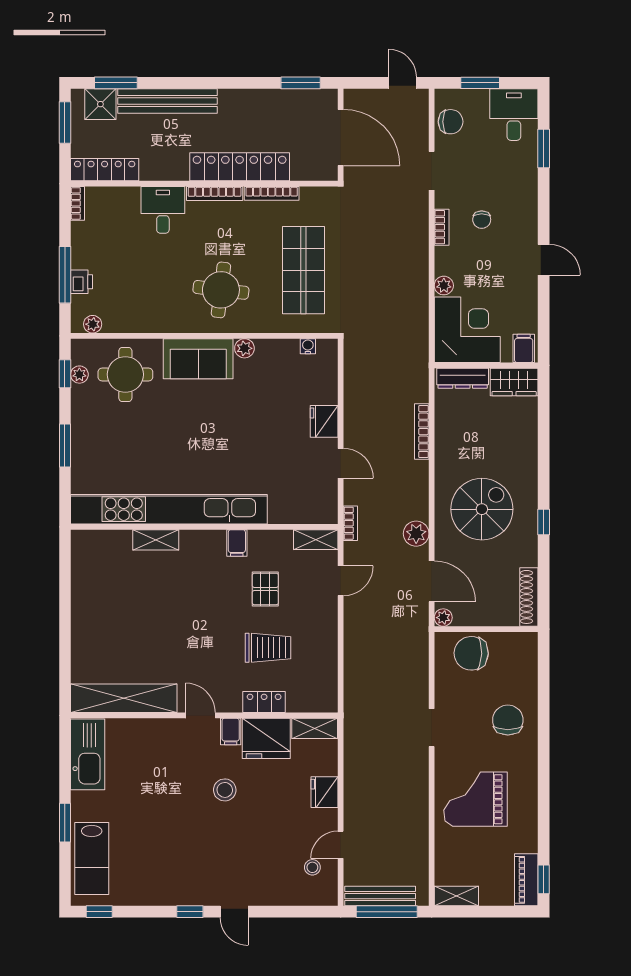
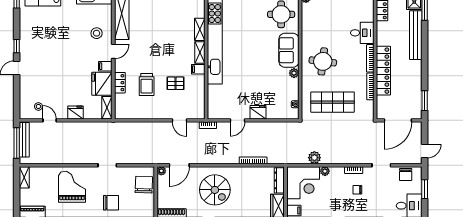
plant: (416, 534) -> (314, 158), moved
shelving: (316, 540) -> (200, 52), moved
stool: (225, 790) -> (97, 33), moved

